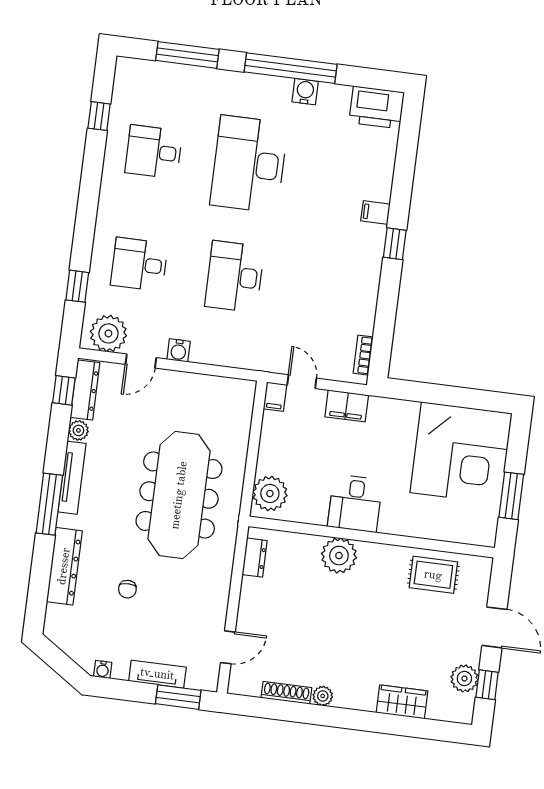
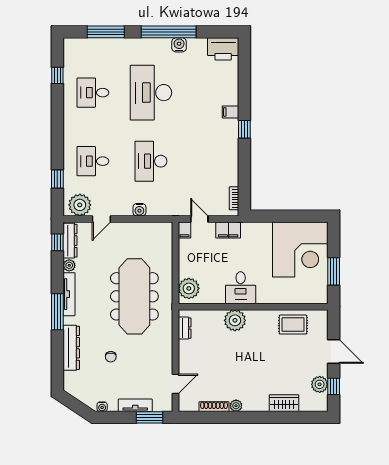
water cooler: (179, 350) -> (139, 210), moved

